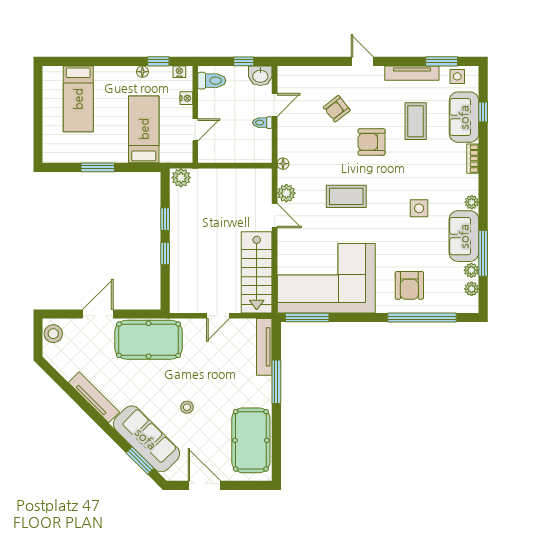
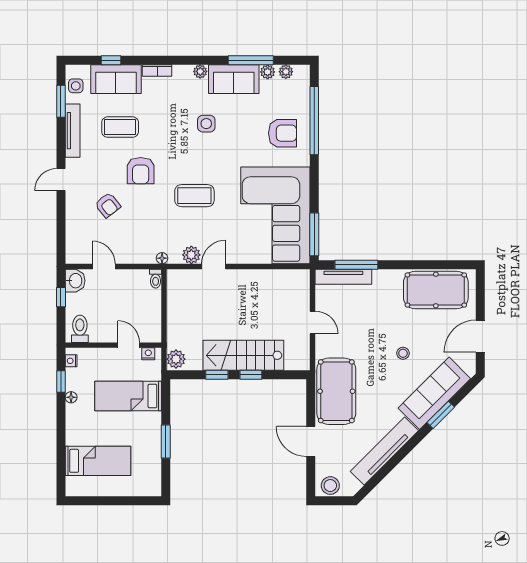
nightstand: (186, 98) -> (148, 354), moved
toilet: (262, 123) -> (156, 279), moved
coffee table: (346, 196) -> (194, 196), turned 90
stairs: (257, 272) -> (243, 355), moved, turned 180
window: (276, 382) -> (356, 265), moved
tv unit: (94, 397) -> (384, 451), width x1.36, depth x1.29
window: (140, 460) -> (441, 415), moved

